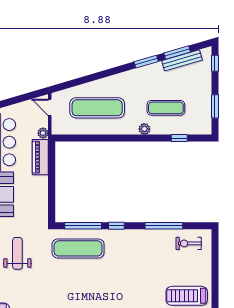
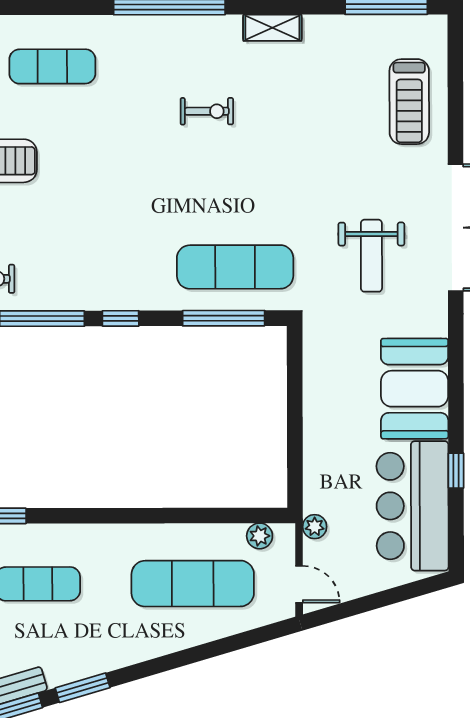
plant: (144, 129) -> (260, 536), moved
piano: (40, 157) -> (320, 472), removed
window: (116, 226) -> (121, 318), moved

